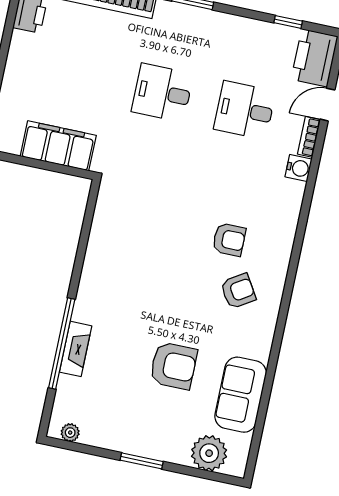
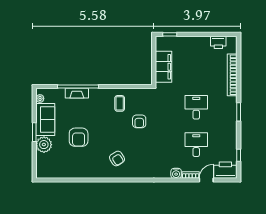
door: (327, 105) -> (206, 180), hinge flipped
armchair: (229, 240) -> (139, 121), moved
coffee table: (118, 260) -> (120, 103), added
sofa: (241, 395) -> (45, 120), moved, turned 90
plant: (209, 453) -> (44, 145), moved

